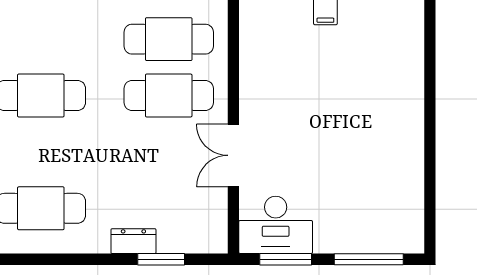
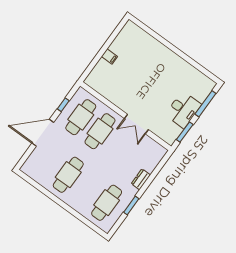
desk: (276, 225) -> (183, 110), moved
window: (161, 259) -> (131, 205), moved

